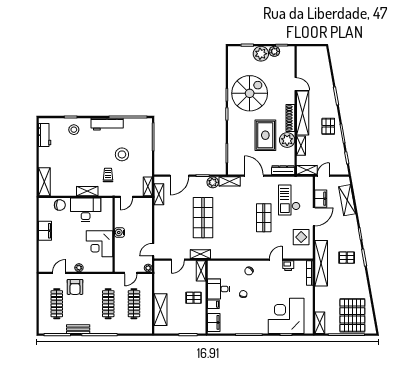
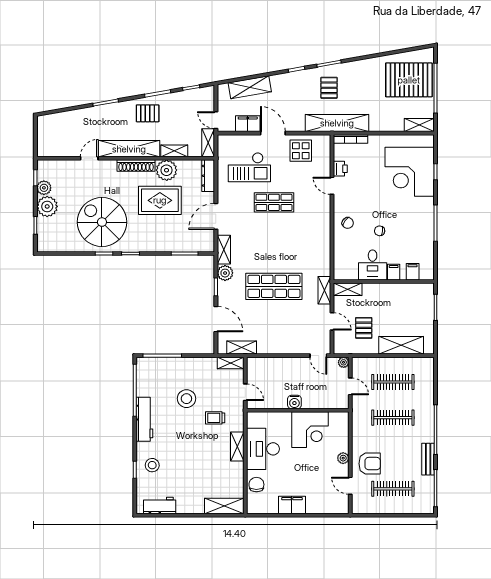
pallet: (194, 298) -> (364, 328), moved
filing cabinet: (214, 322) -> (413, 272), width x0.50

